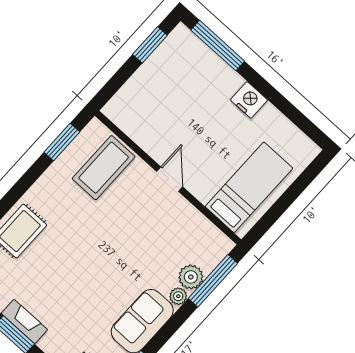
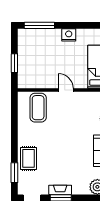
window: (150, 45) -> (14, 63), moved
window: (62, 142) -> (14, 112), removed

